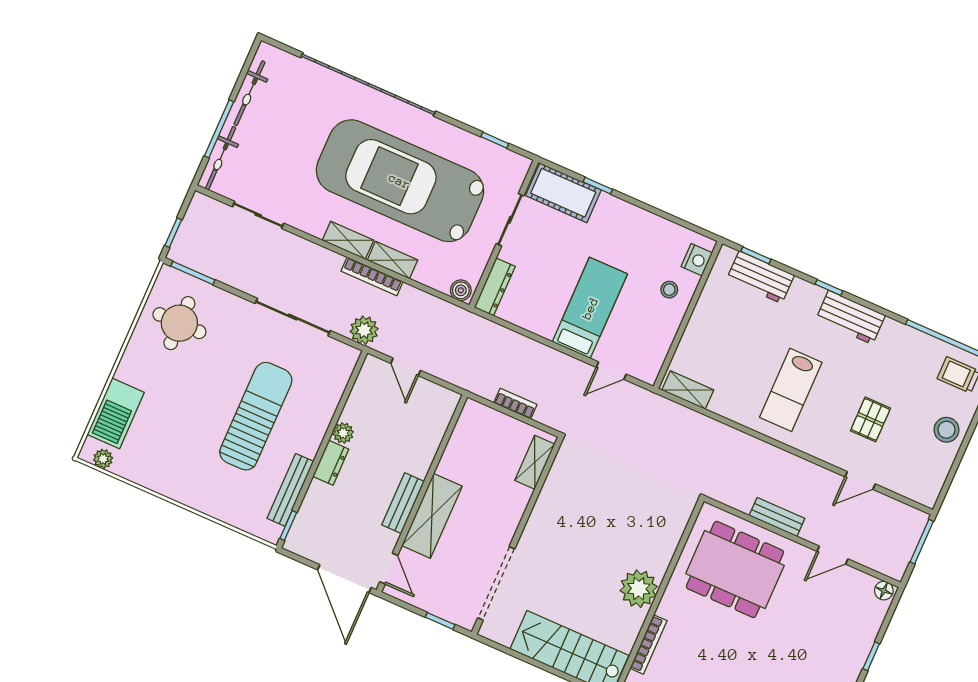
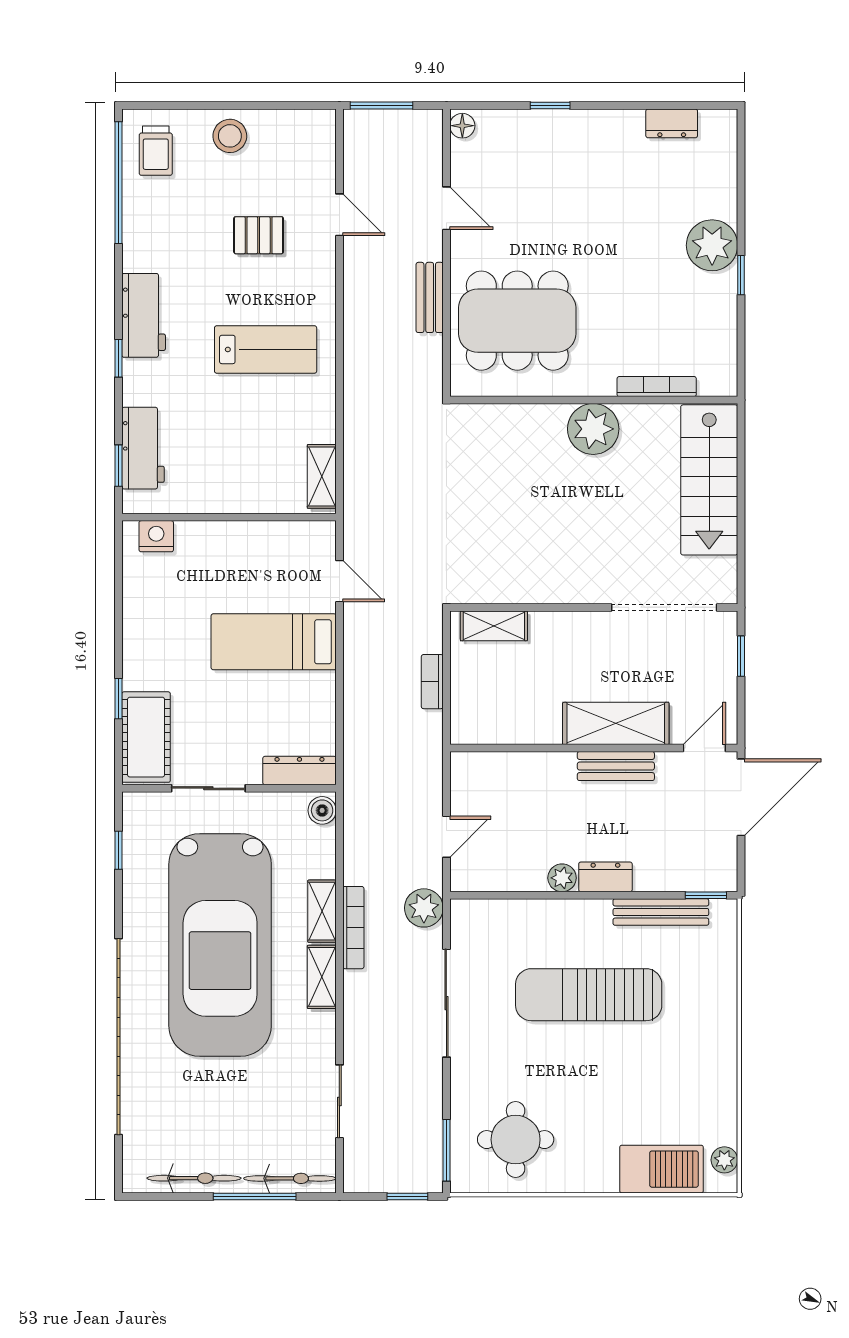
stool: (669, 290) -> (208, 554), removed
dining table: (735, 569) -> (517, 321), turned 90

